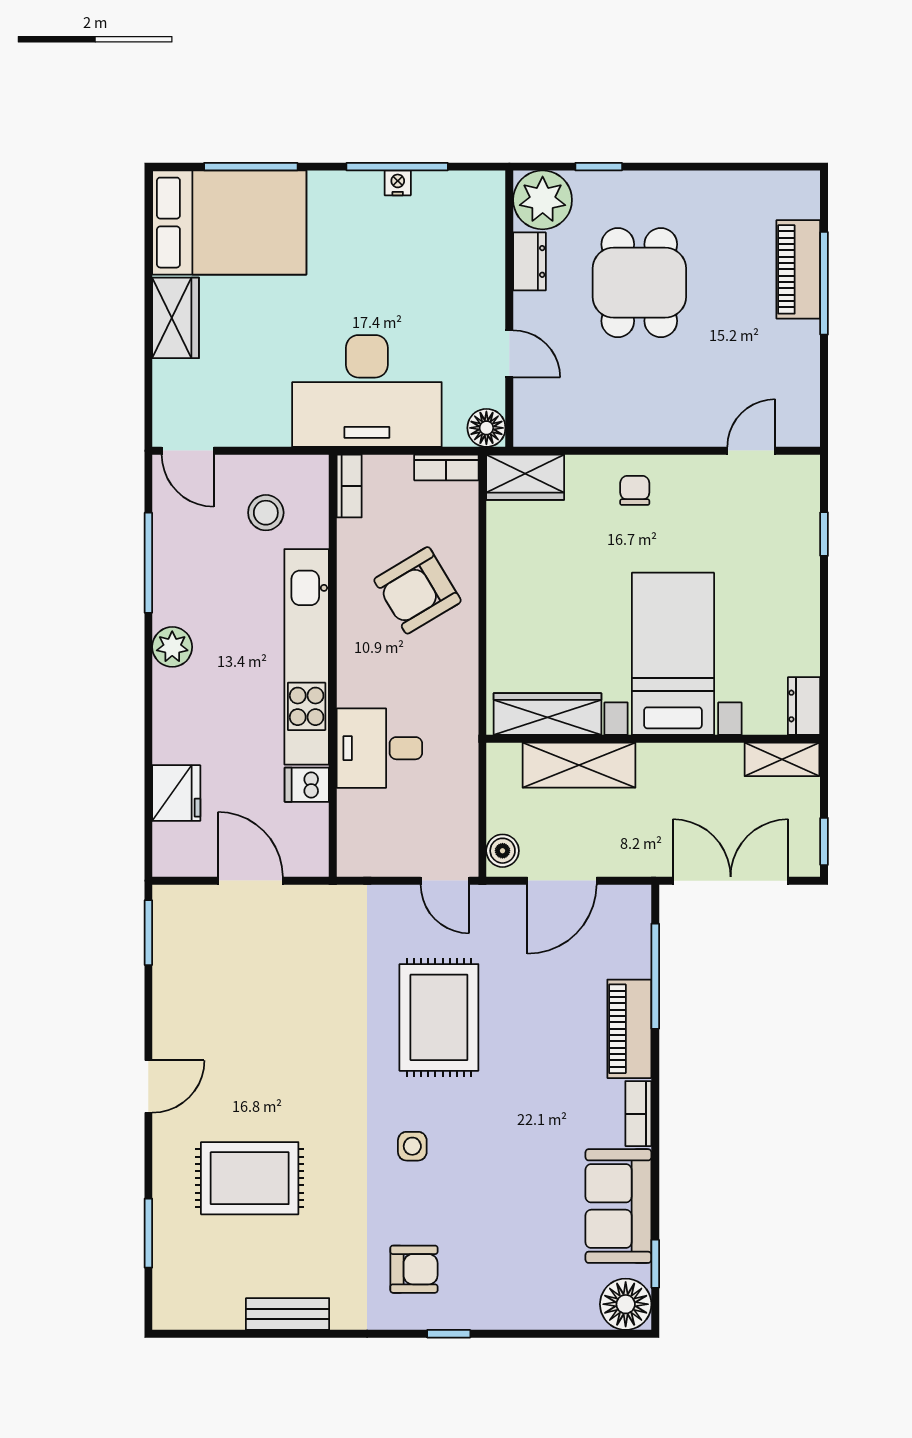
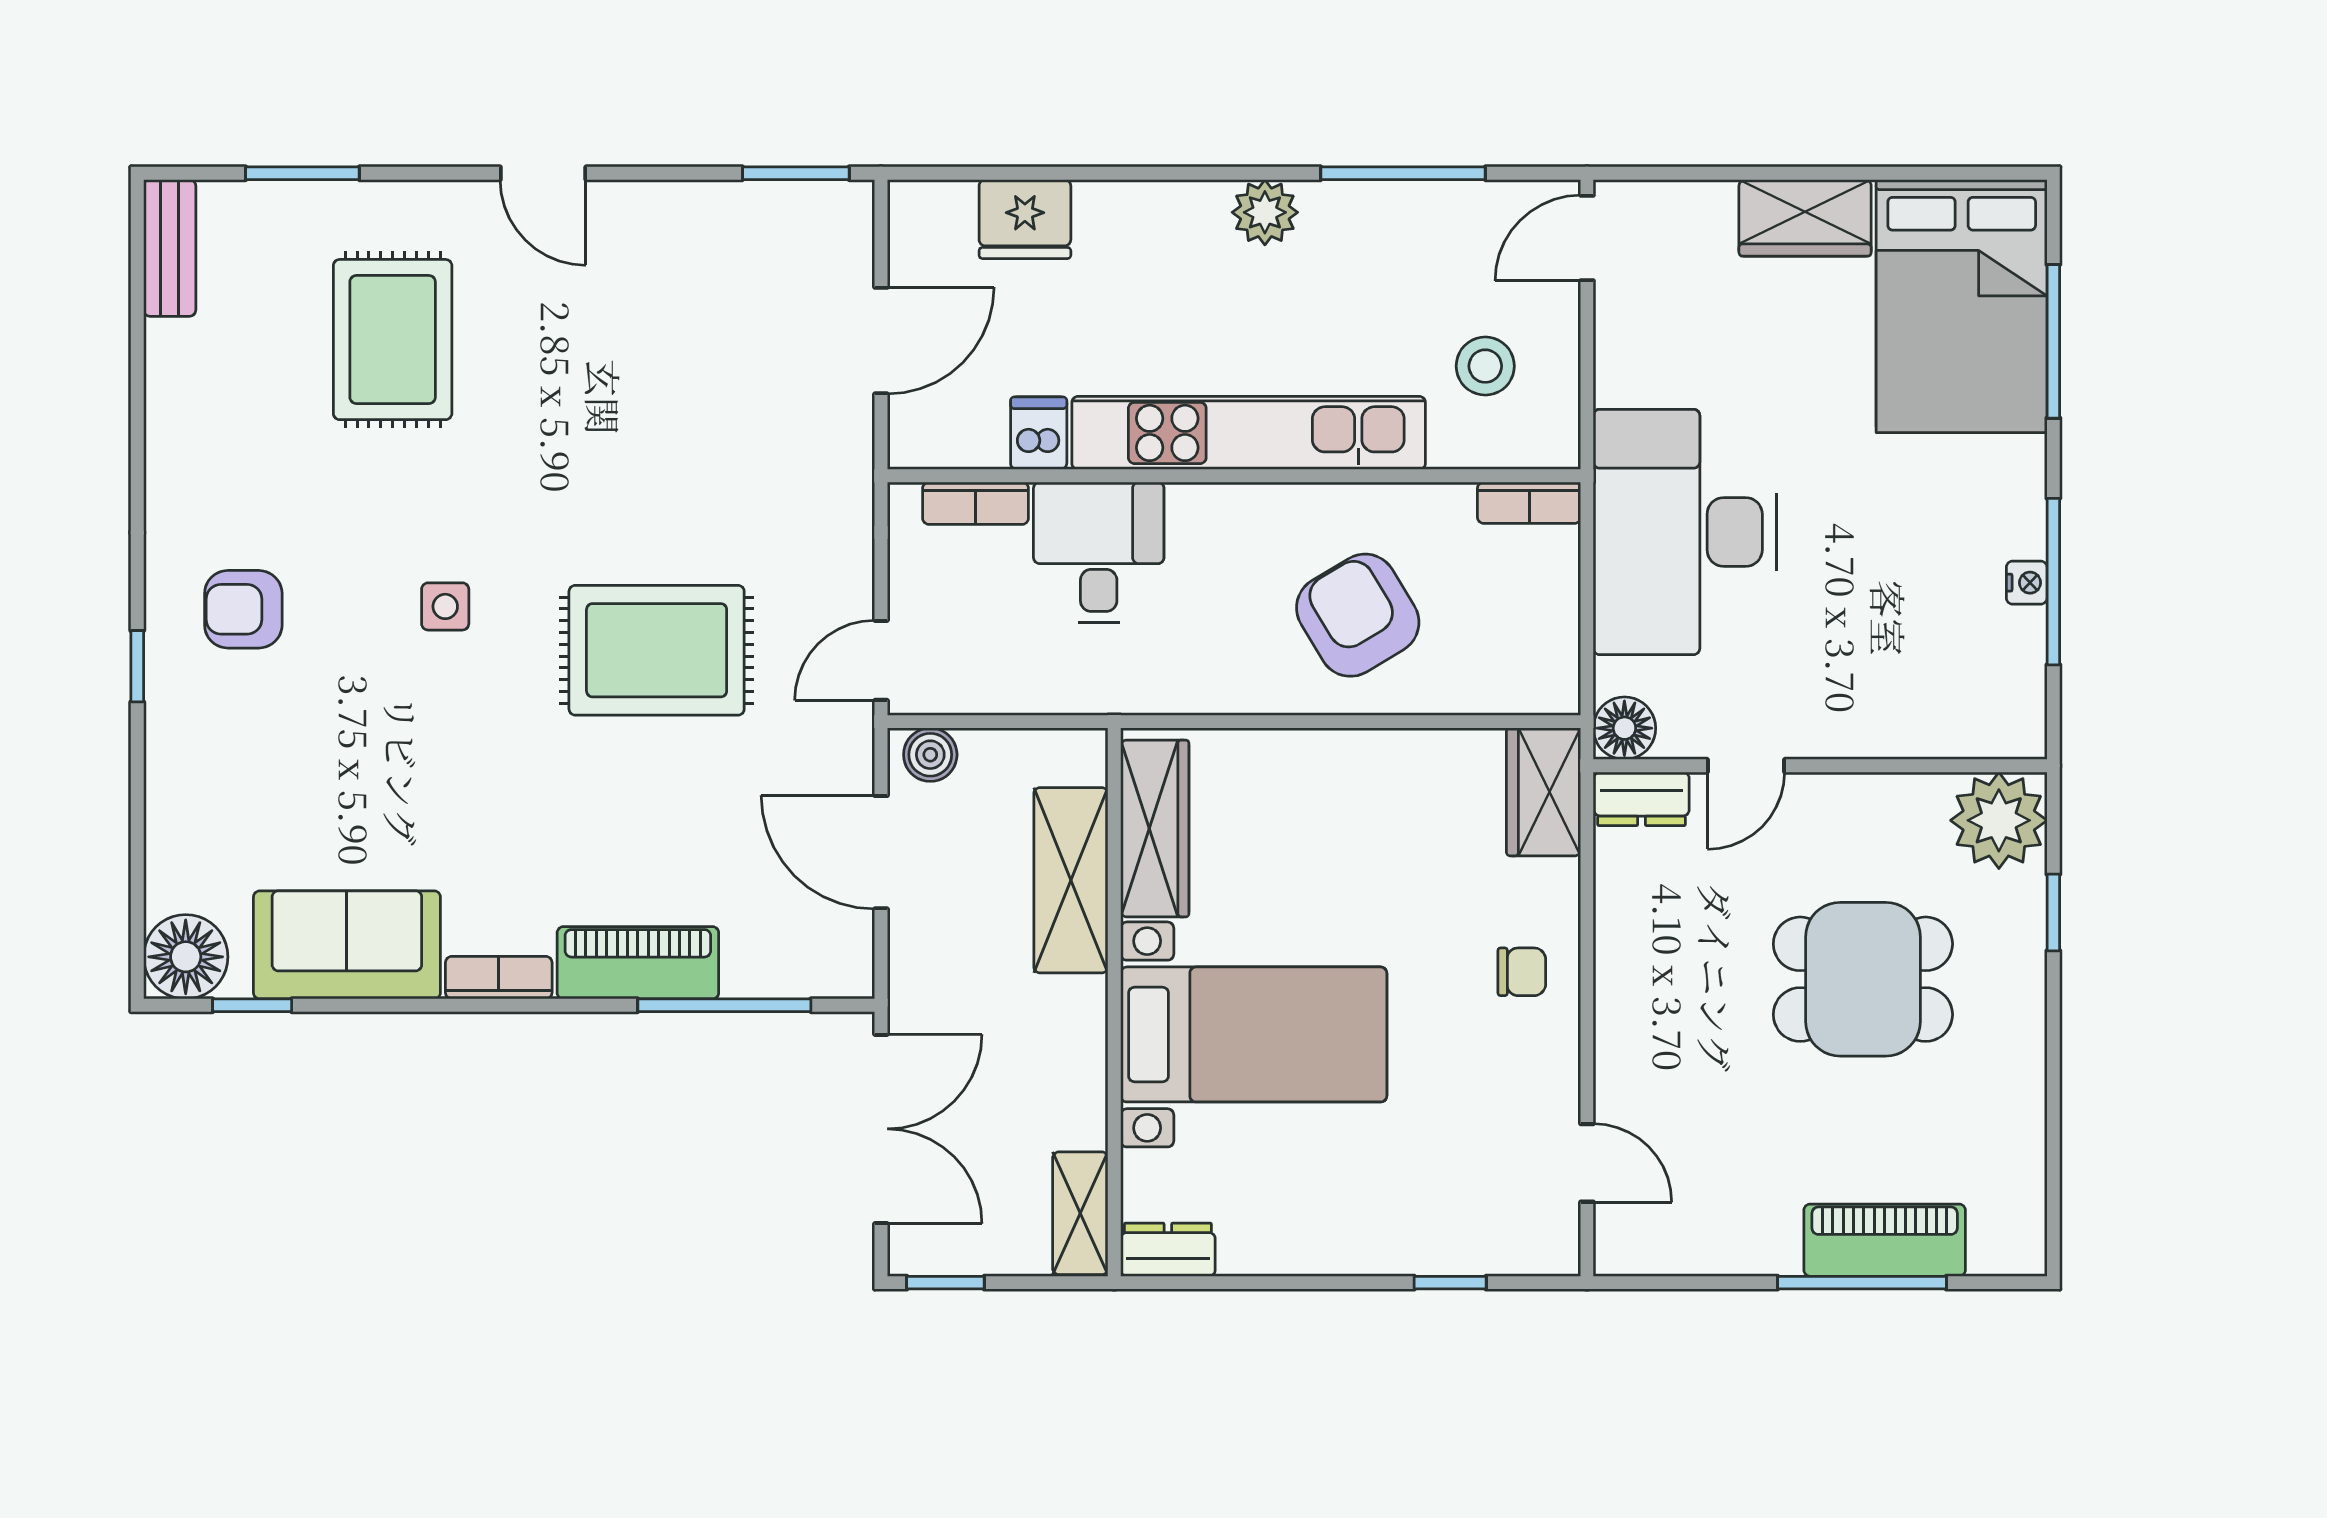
dresser: (529, 261) -> (1642, 799), moved
bookcase: (446, 467) -> (976, 503), moved, turned -90
armchair: (414, 1269) -> (243, 609), turned 90
bench: (288, 1314) -> (170, 248), moved

